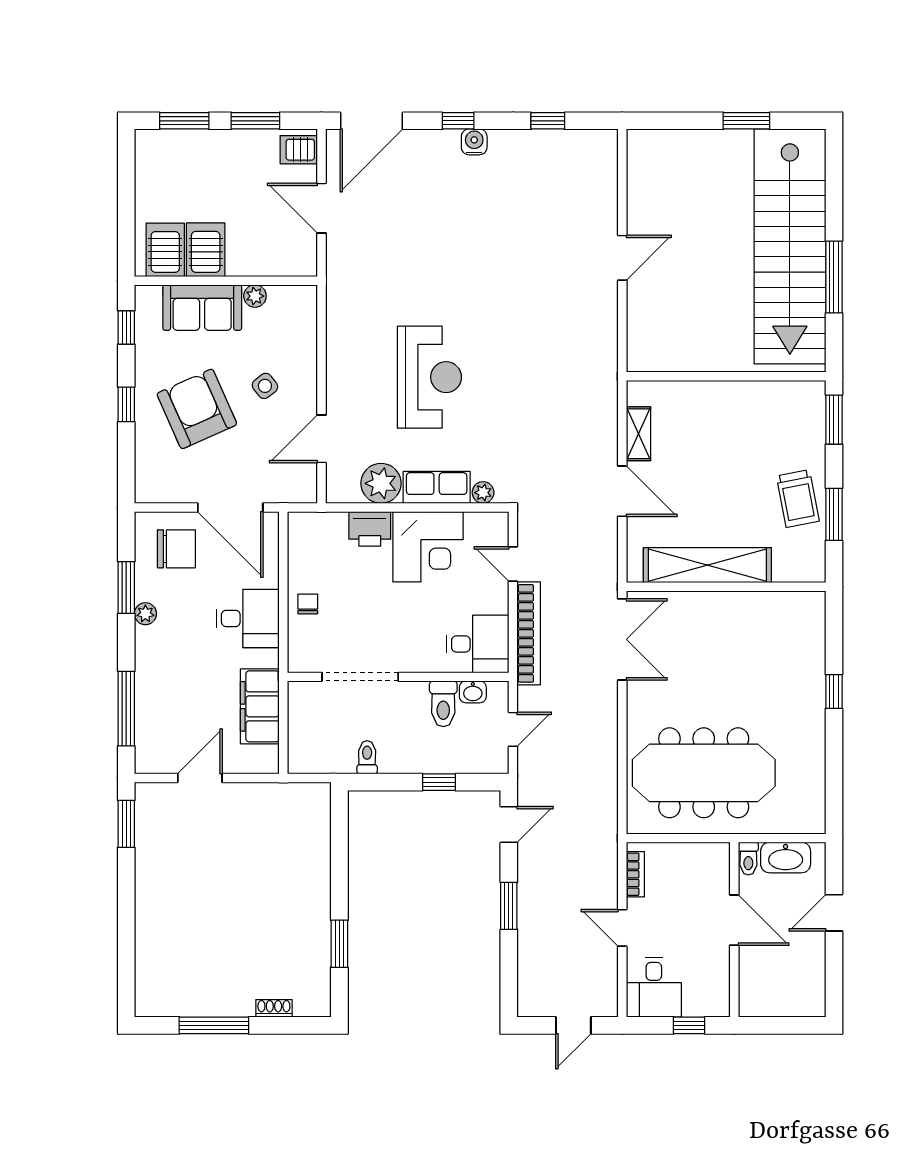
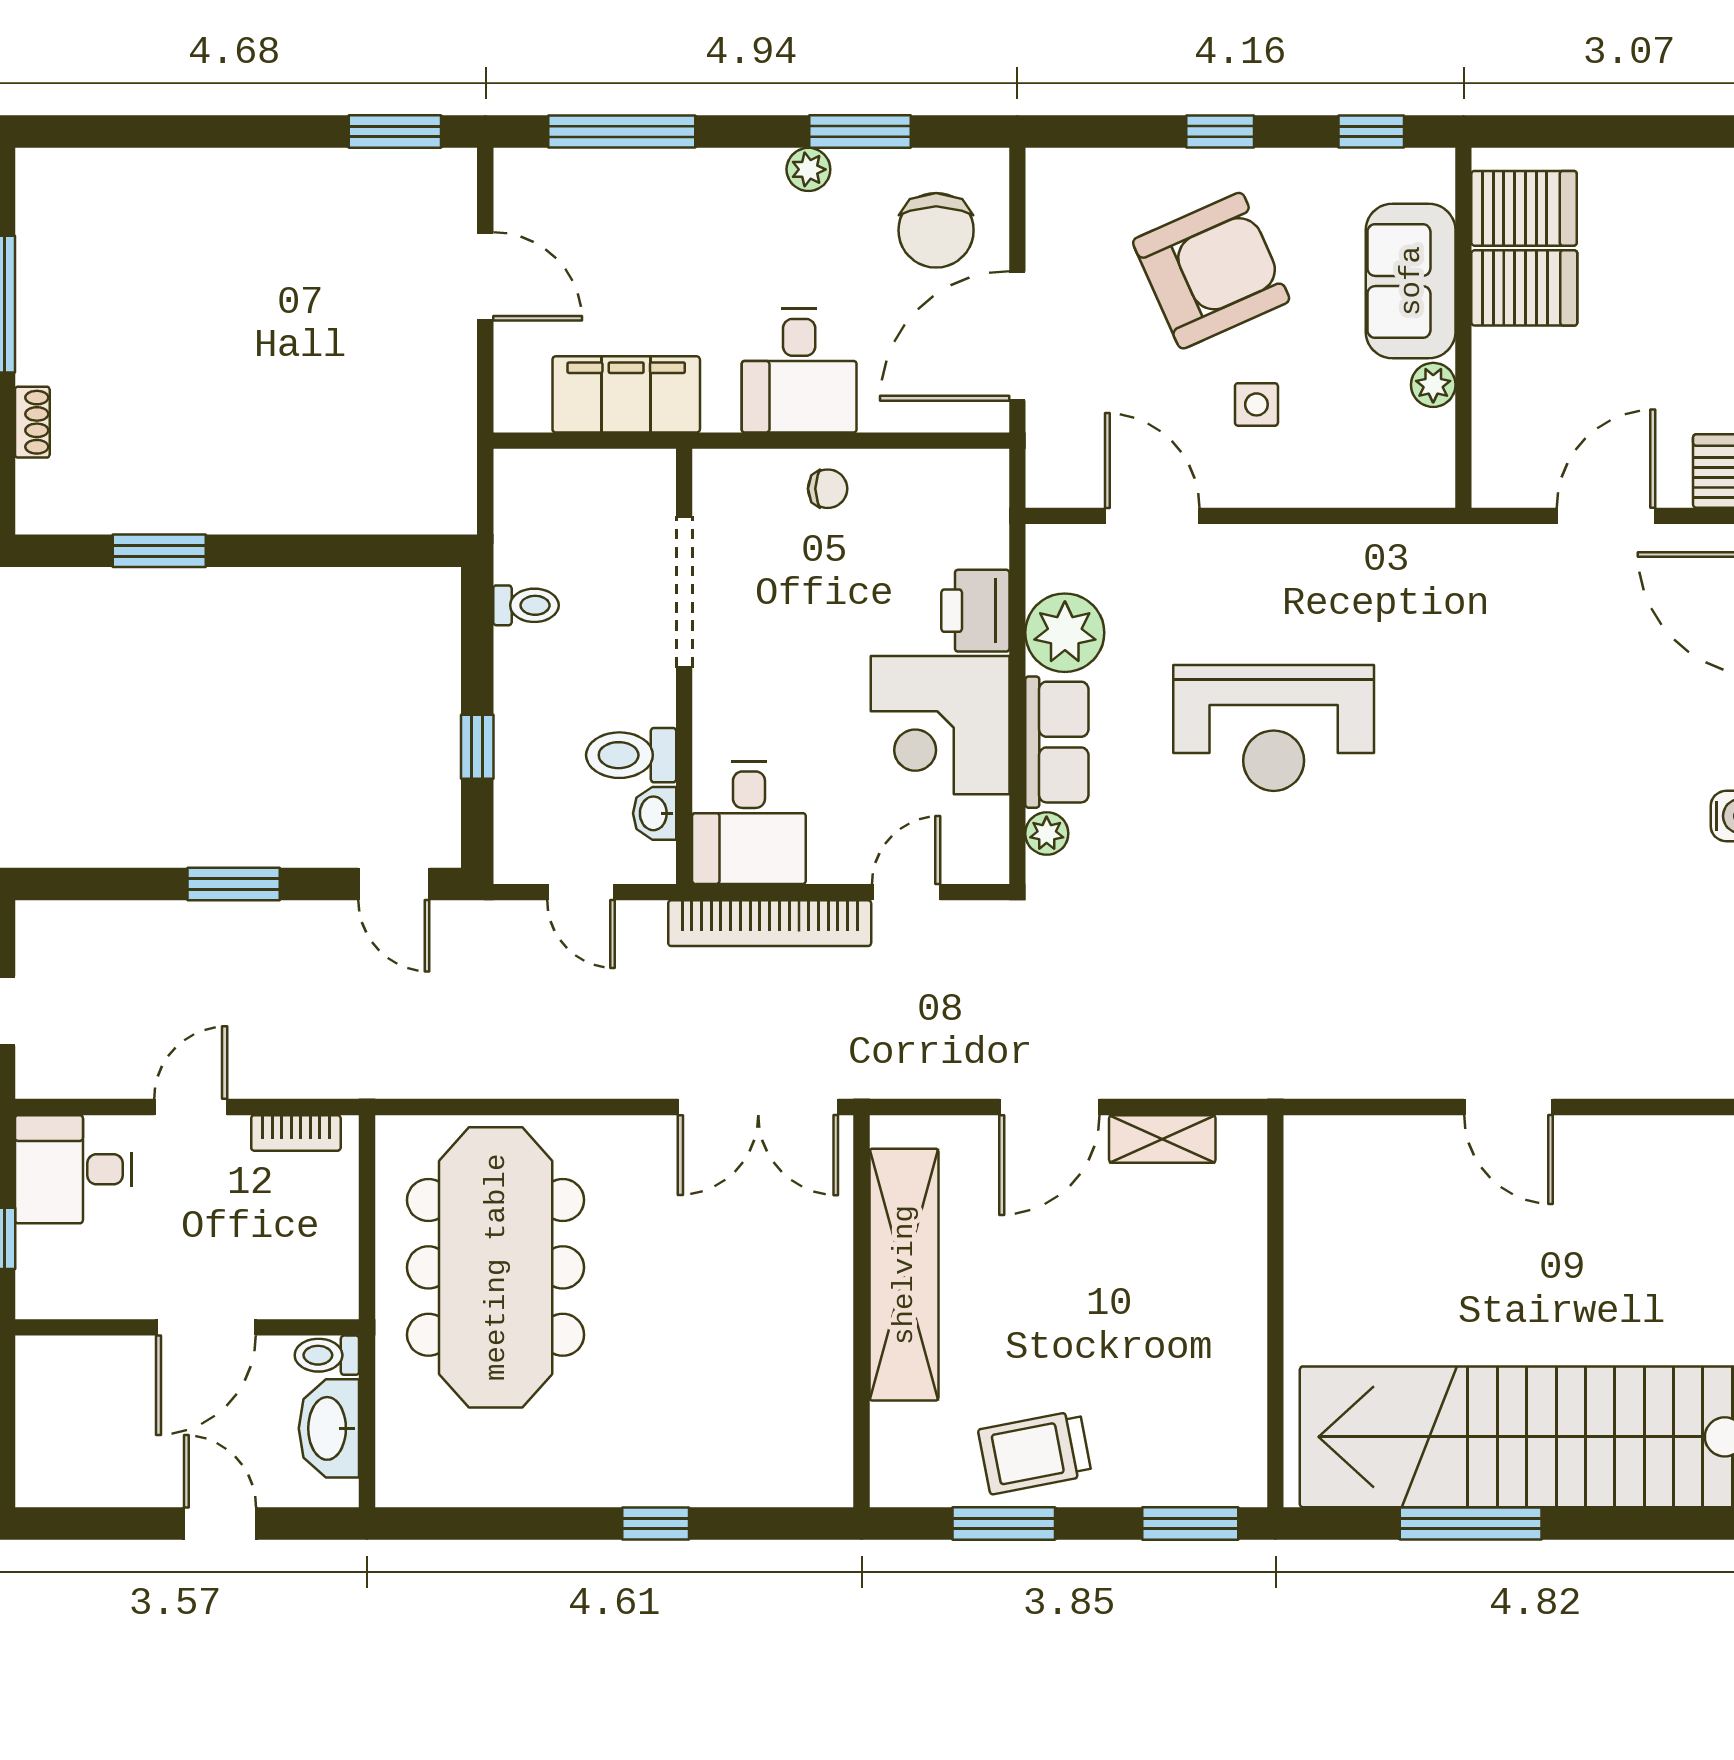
side table: (265, 386) -> (1256, 404), turned 38

